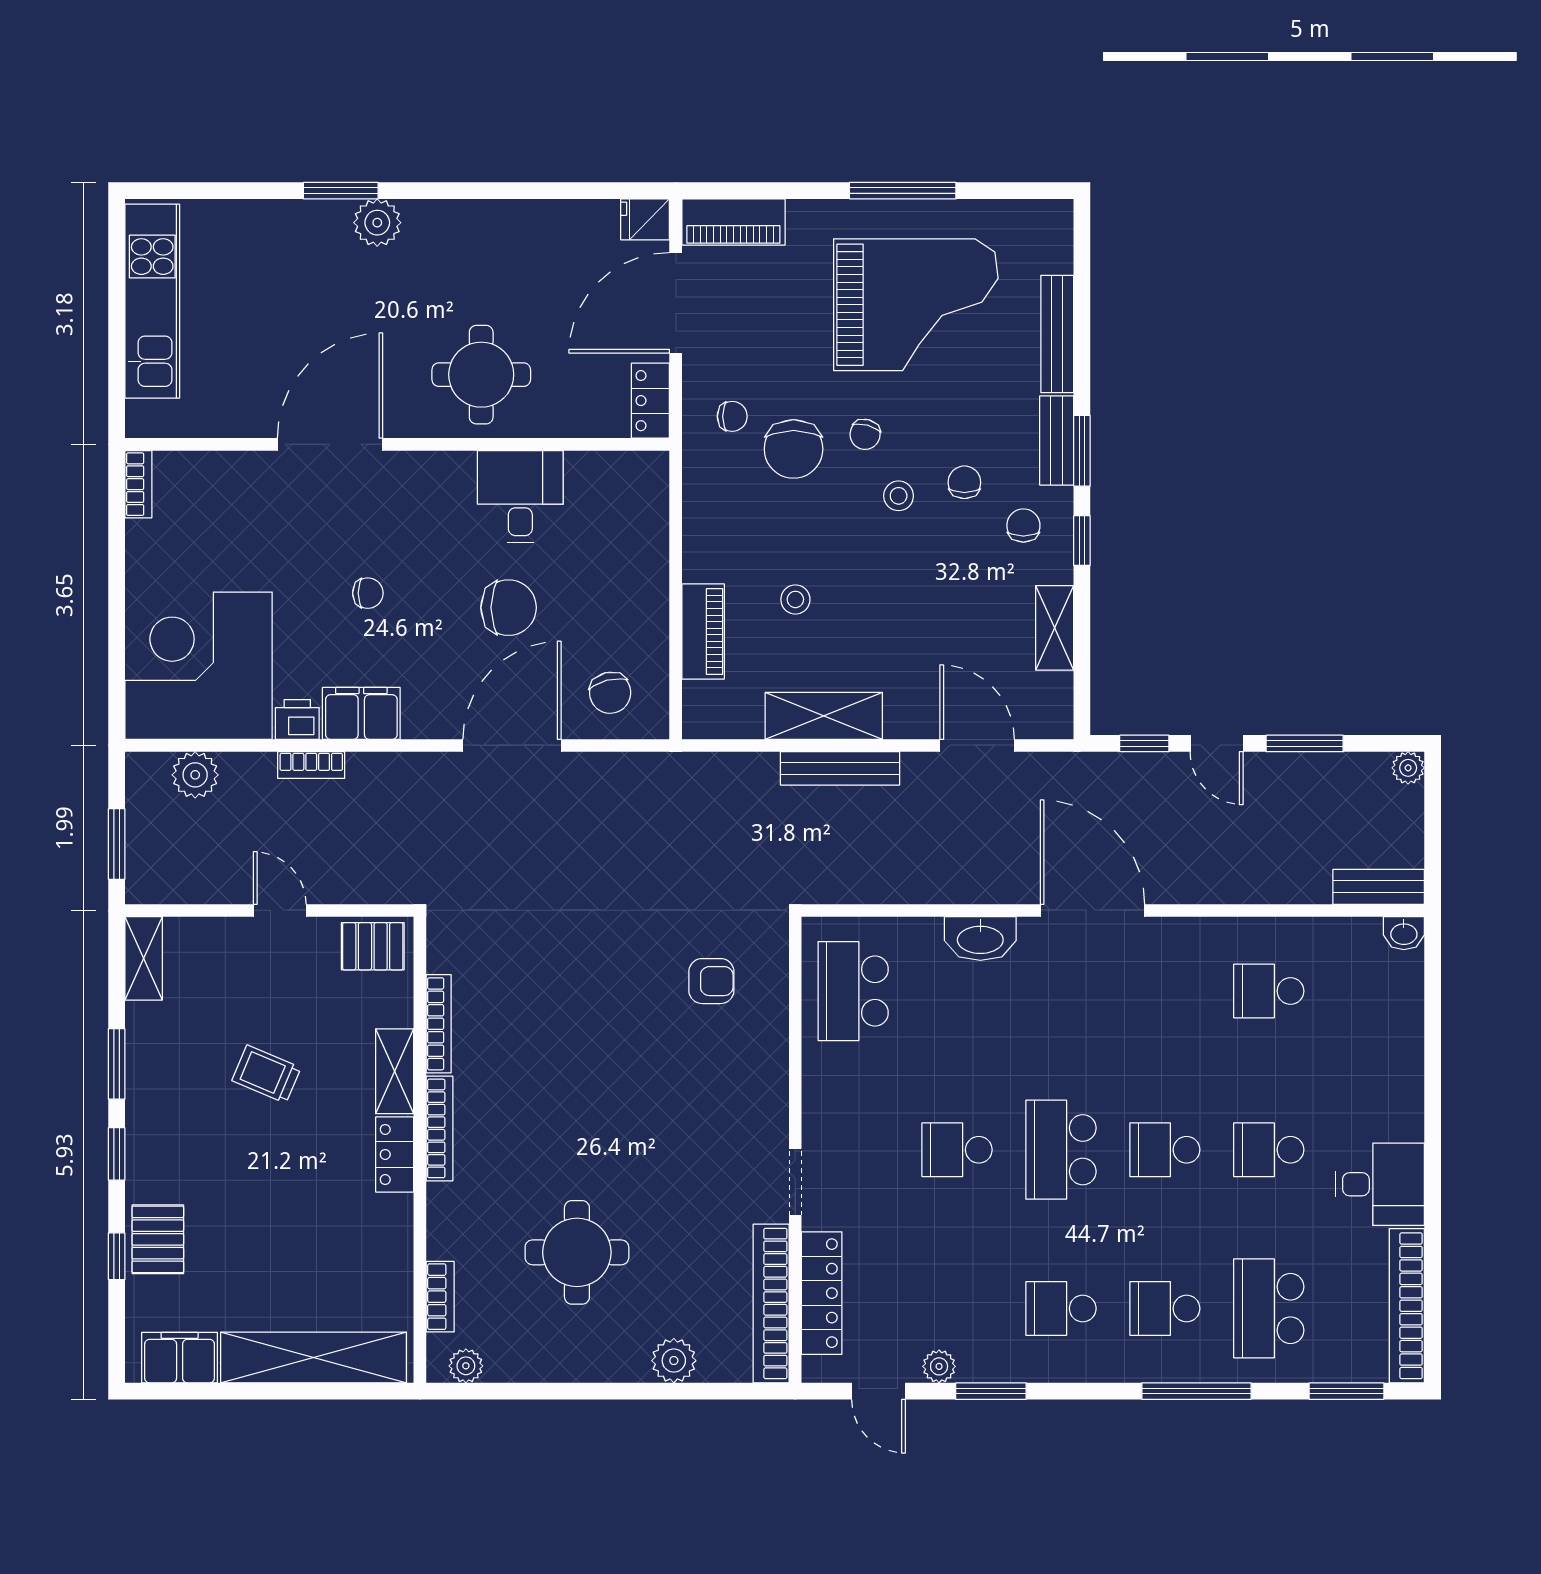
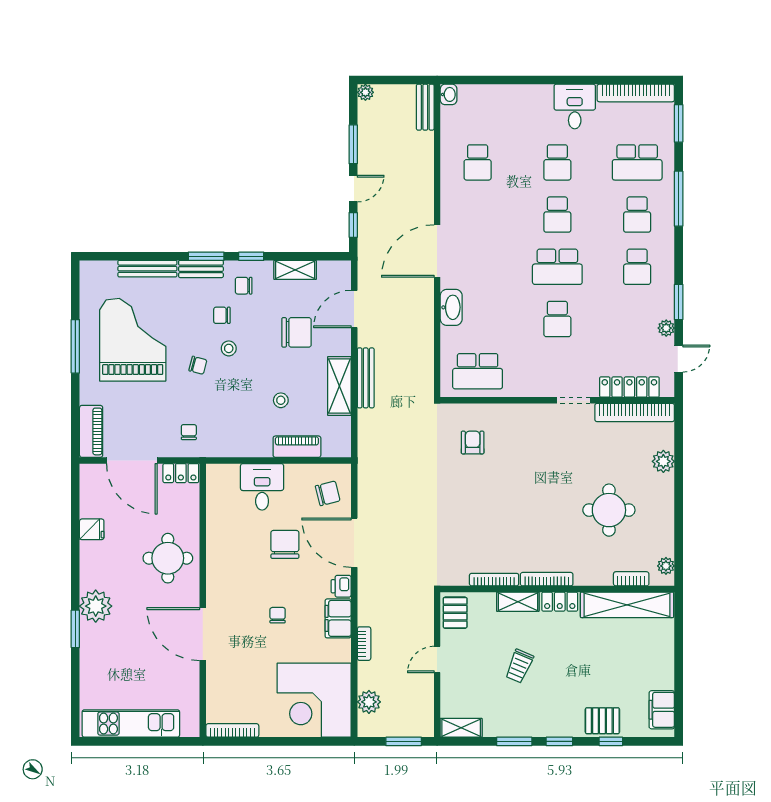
fridge: (645, 219) -> (92, 529), moved, turned -90
plant: (377, 223) -> (96, 606), width x1.36, depth x1.36
chair: (794, 449) -> (296, 332), moved
bookcase: (138, 484) -> (232, 730), width x1.56
desk: (520, 497) -> (262, 487), moved, turned 90
printer: (297, 719) -> (341, 586), moved
shelving: (314, 1357) -> (627, 605), moved, turned 90

